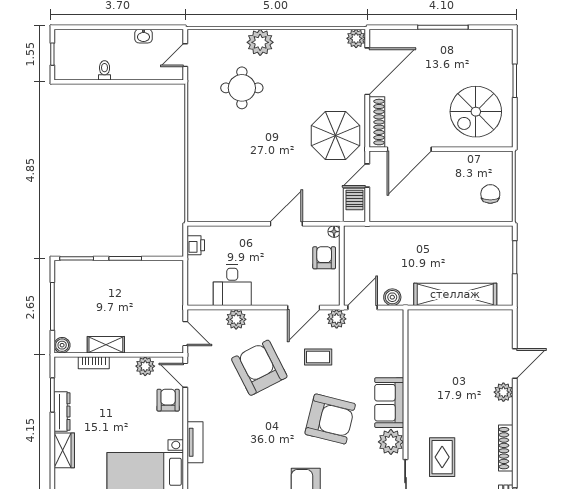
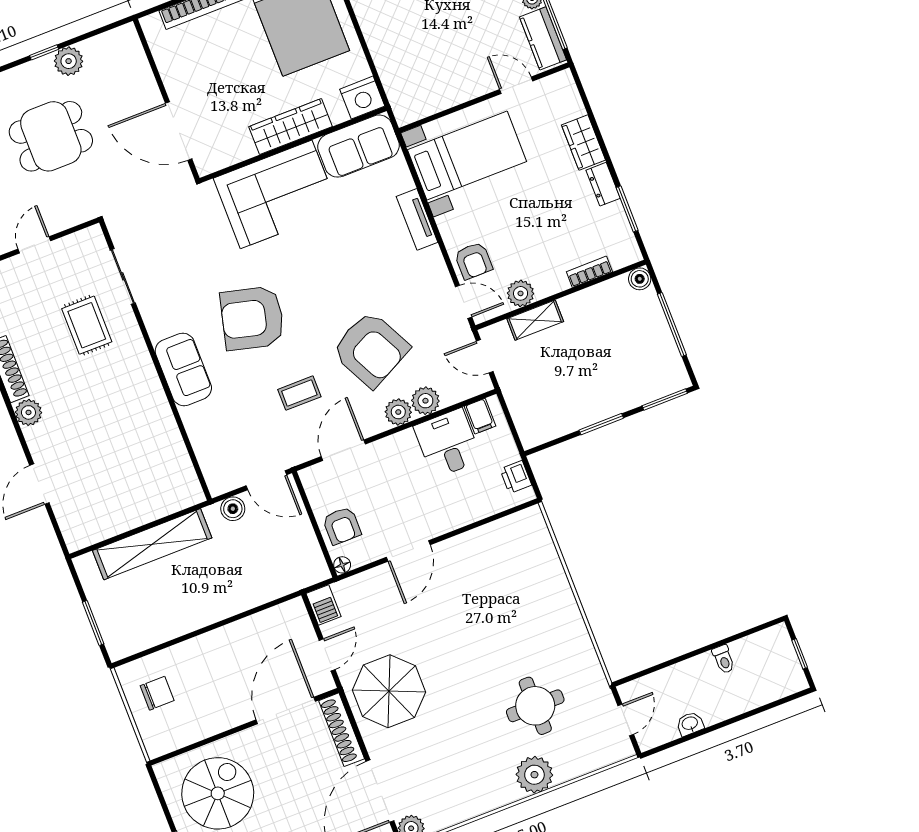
chair: (490, 194) -> (157, 693), turned -90
barbecue: (354, 205) -> (324, 605), width x0.73, depth x0.79
filing cabinet: (204, 295) -> (480, 416), added
door: (363, 308) -> (266, 480), hinge flipped
plant: (337, 319) -> (398, 412), moved
shelving: (106, 345) -> (535, 320), moved
plant: (503, 392) -> (28, 412), moved
dresser: (62, 412) -> (603, 184), width x0.70
plant: (391, 442) -> (161, 319), removed

